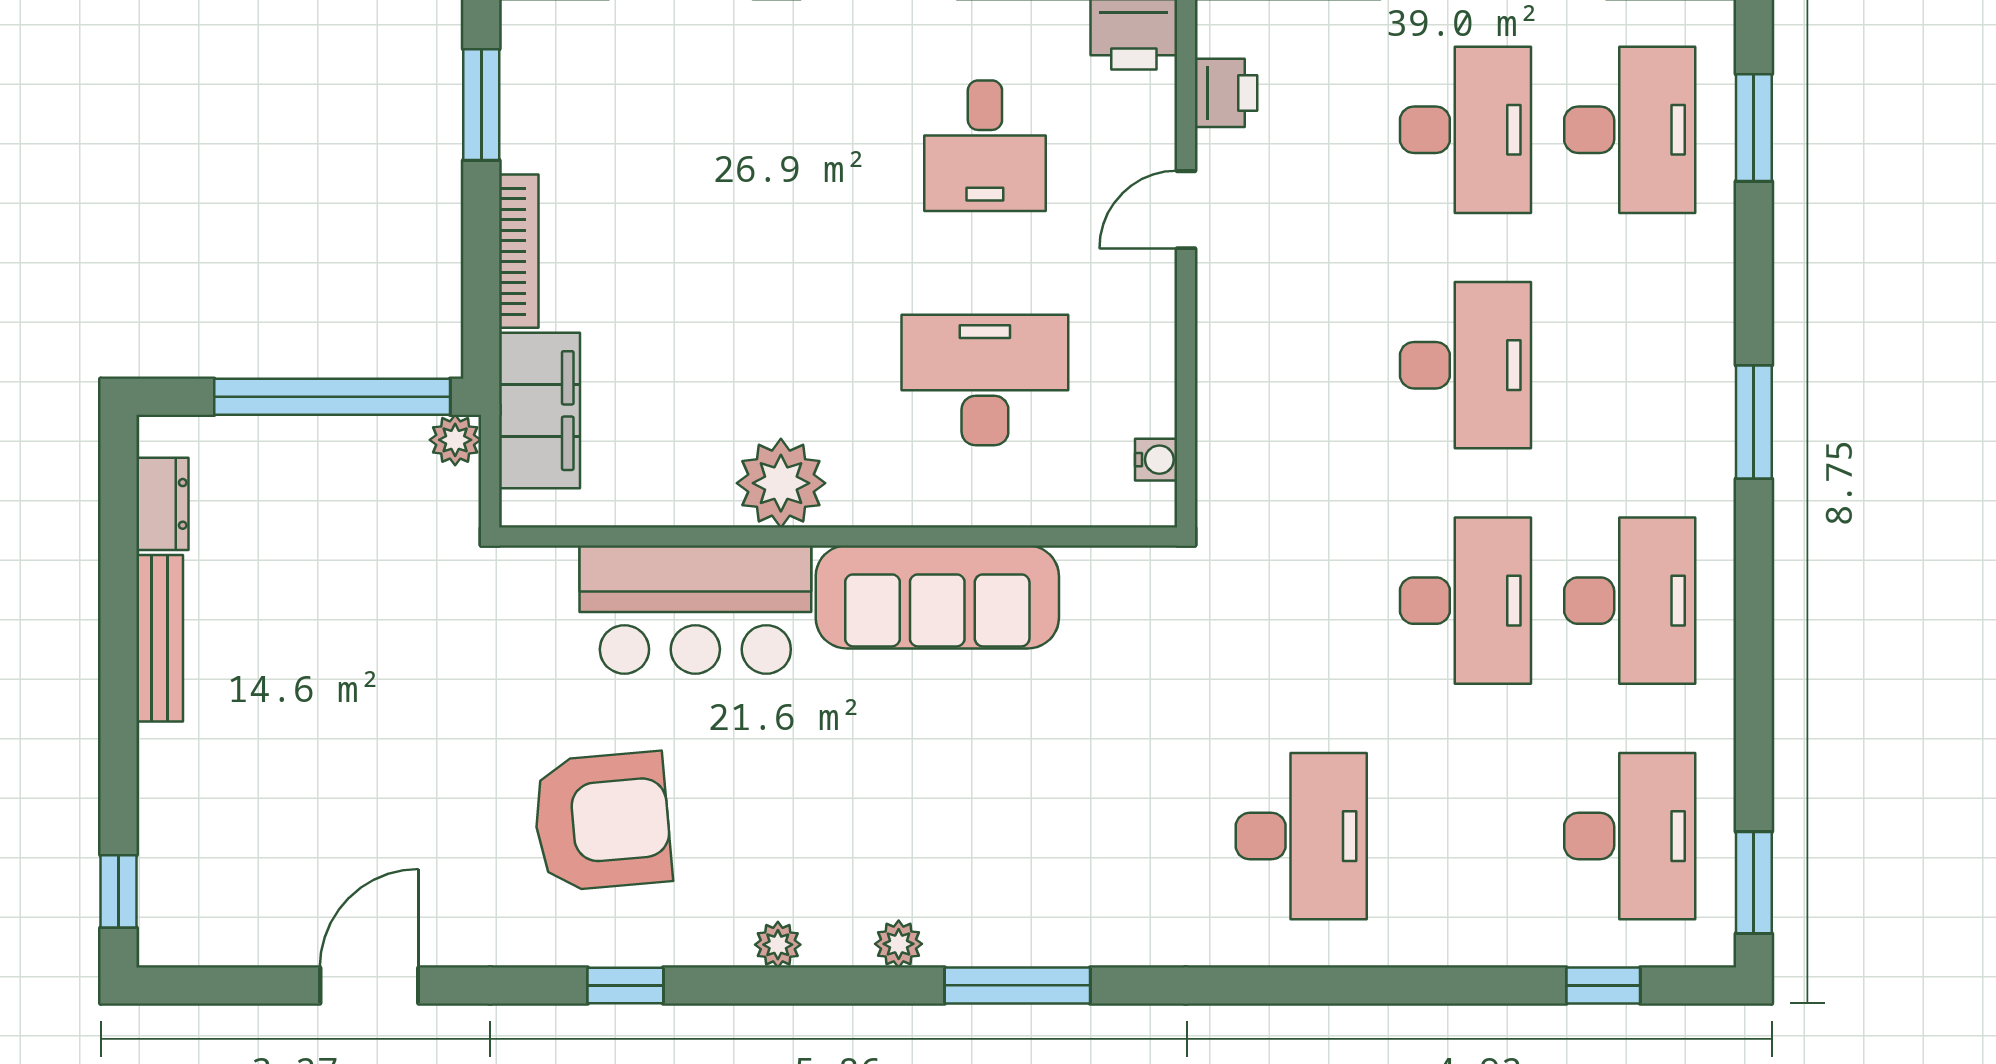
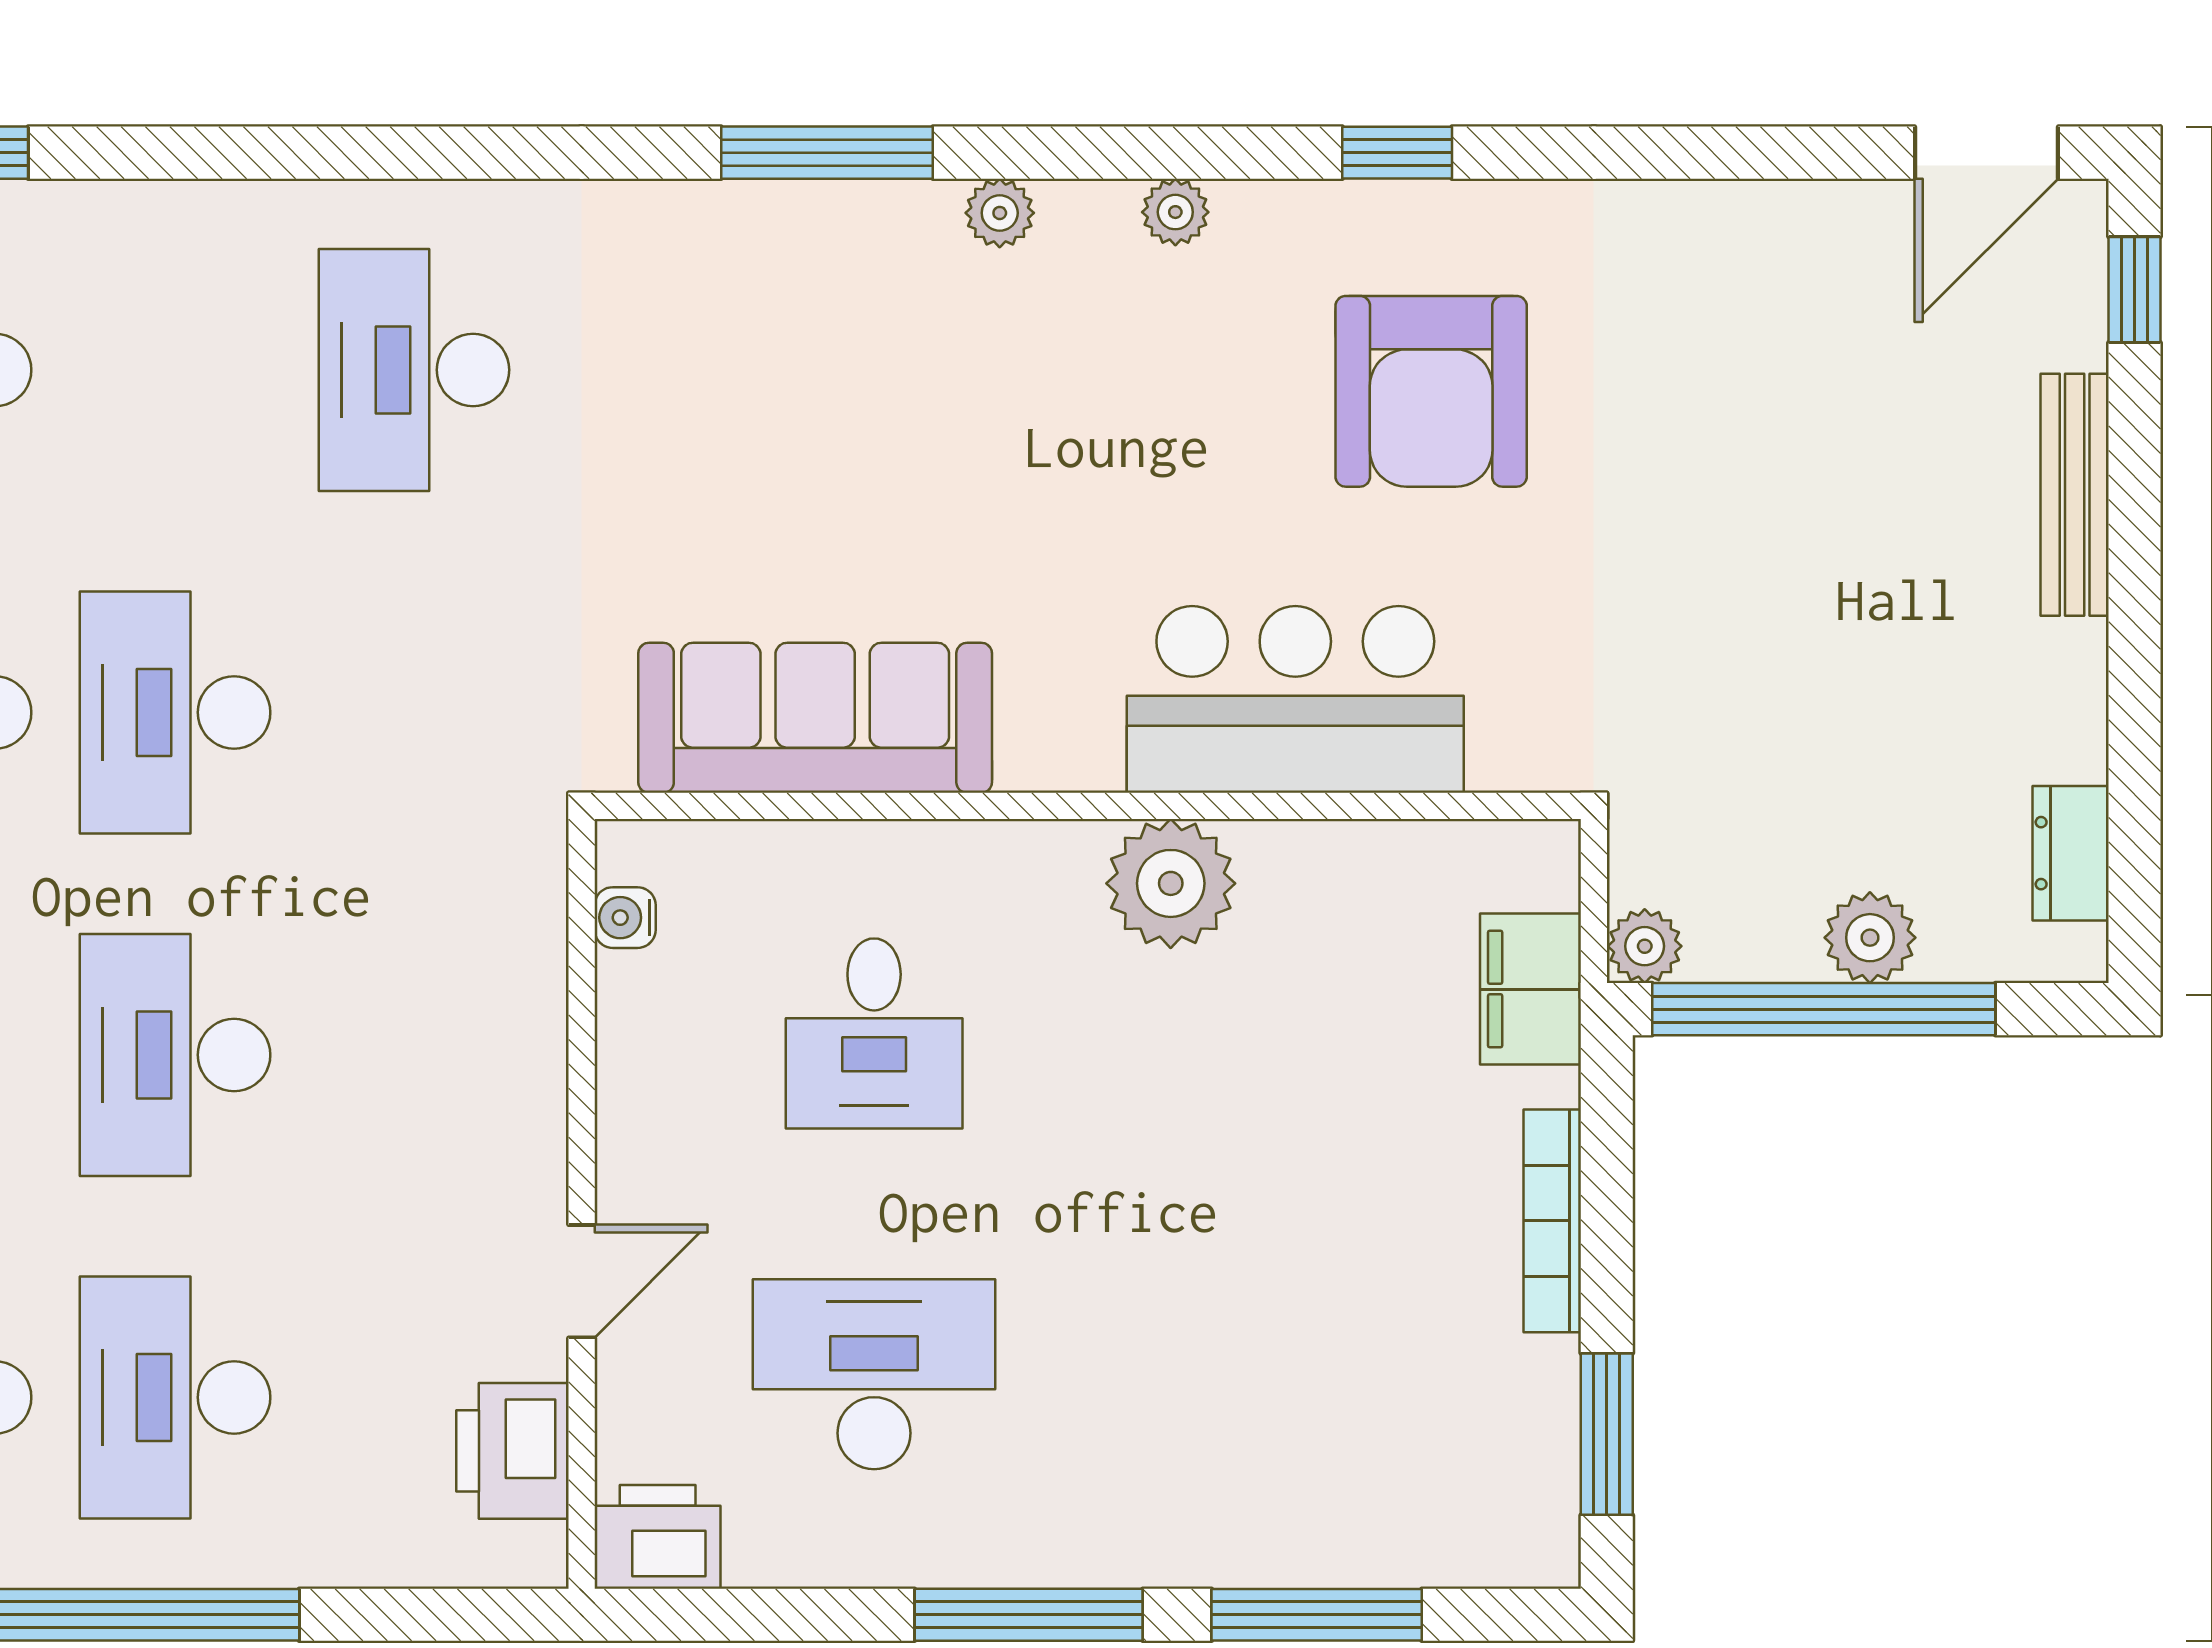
printer: (1226, 93) -> (513, 1451), width x1.36, depth x1.24
desk: (985, 146) -> (874, 1374), width x1.37
desk: (985, 380) -> (874, 1033), width x0.73
filing cabinet: (539, 411) -> (1530, 989), width x0.67, depth x0.86
plant: (300, 446) -> (1870, 938), added
sofa: (937, 597) -> (815, 718), moved
bench: (160, 638) -> (2075, 495), moved
armchair: (602, 821) -> (1431, 391), turned -85
door: (369, 985) -> (1987, 153), moved

